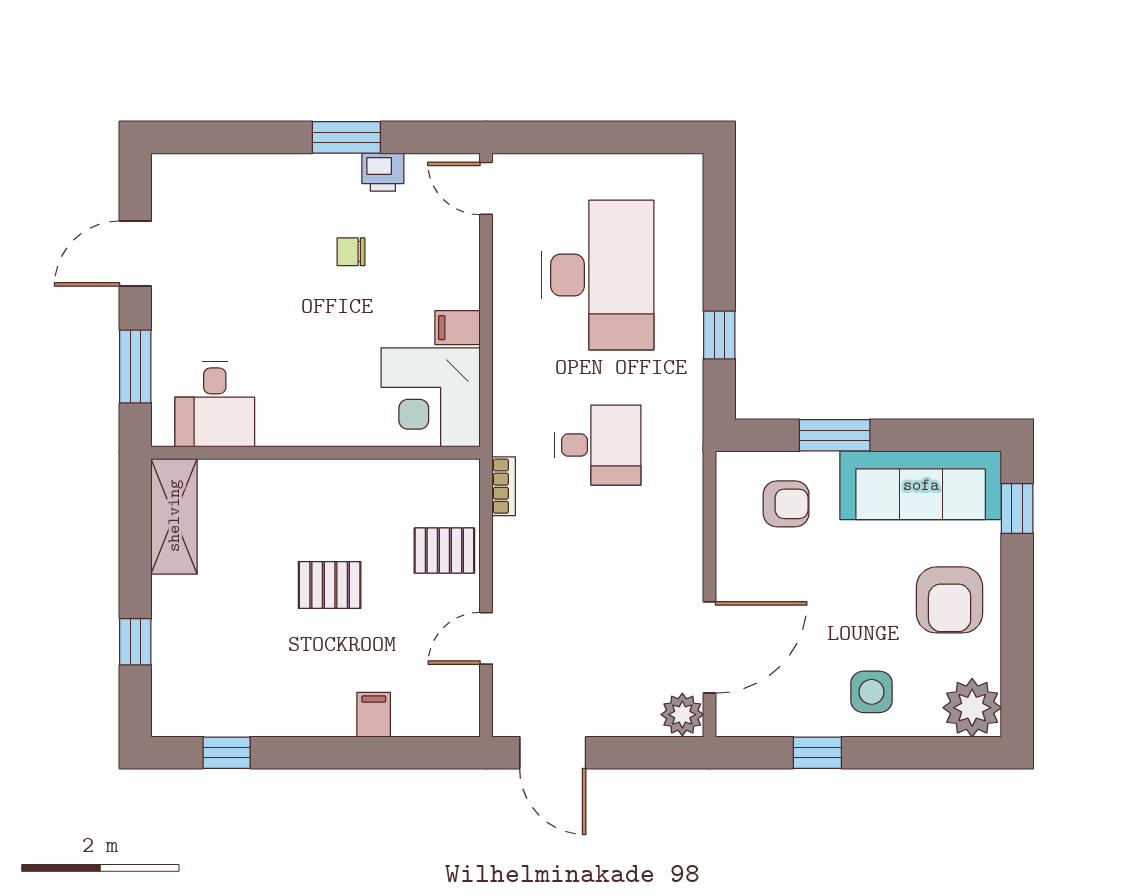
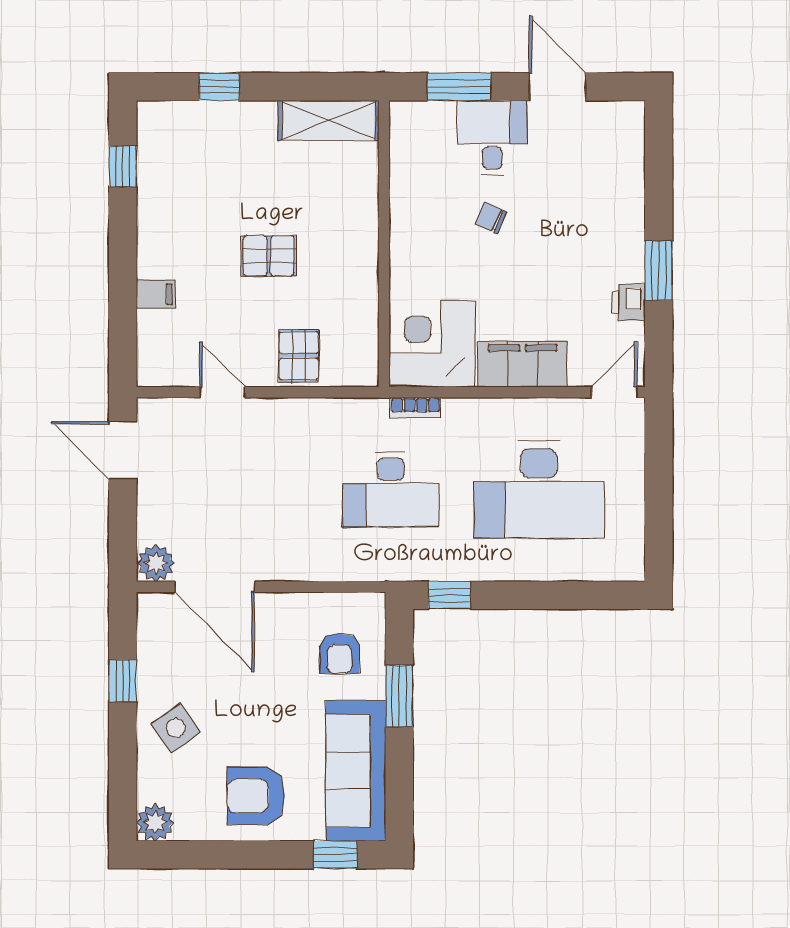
chair: (351, 252) -> (491, 218), moved, turned -66
filing cabinet: (458, 328) -> (523, 364), width x3.00, depth x1.17
window: (719, 335) -> (449, 595), moved
desk: (215, 404) -> (492, 138), moved, turned 90
desk: (598, 445) -> (391, 489), width x1.37
bookcase: (504, 486) -> (415, 408), moved
pallet: (330, 585) -> (269, 256), turned 90
side table: (872, 692) -> (176, 728), turned -36
plant: (972, 708) -> (155, 822), width x0.73, depth x0.73
door: (553, 753) -> (123, 450), hinge flipped

